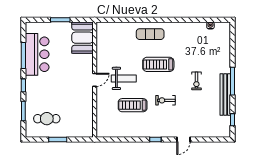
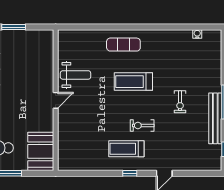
booth: (83, 38) -> (41, 151), moved
weight bench: (124, 78) -> (76, 75), moved
treadmill: (133, 105) -> (126, 149), moved

